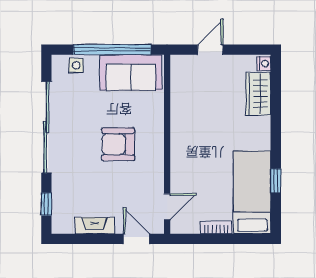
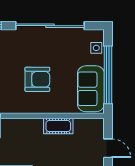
cot: (181, 116) -> (58, 126), added
armchair: (118, 144) -> (37, 79), turned 90

